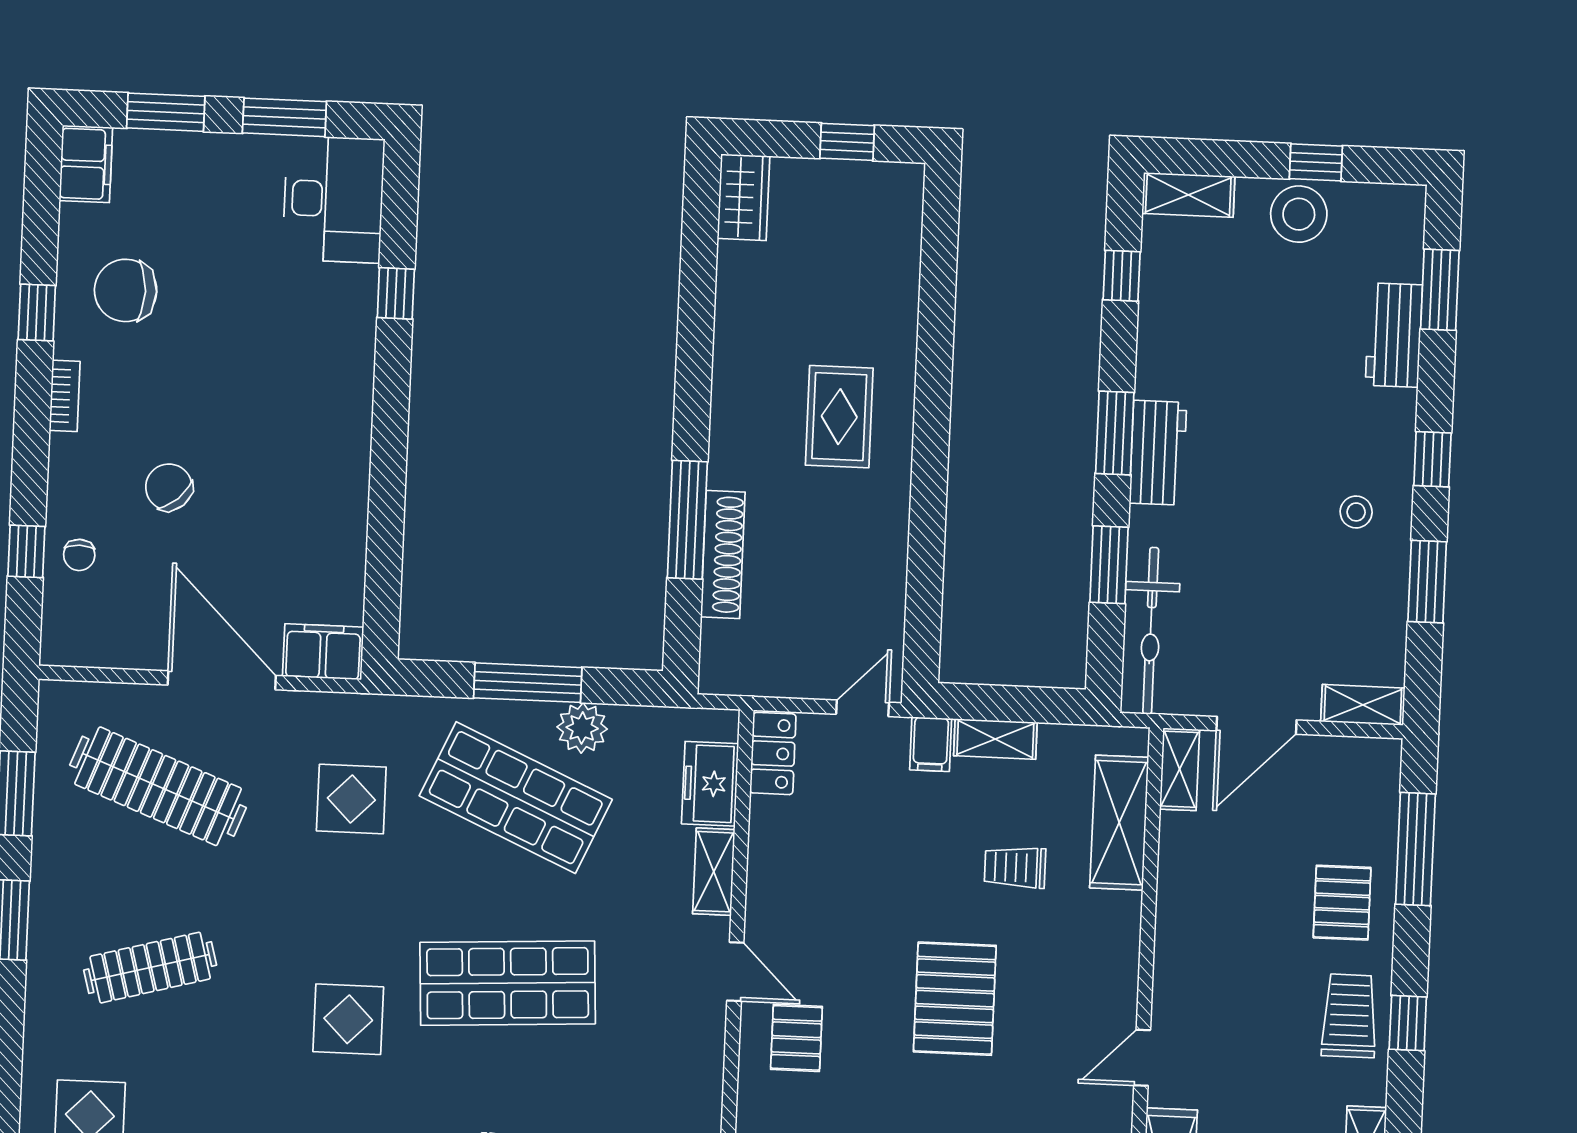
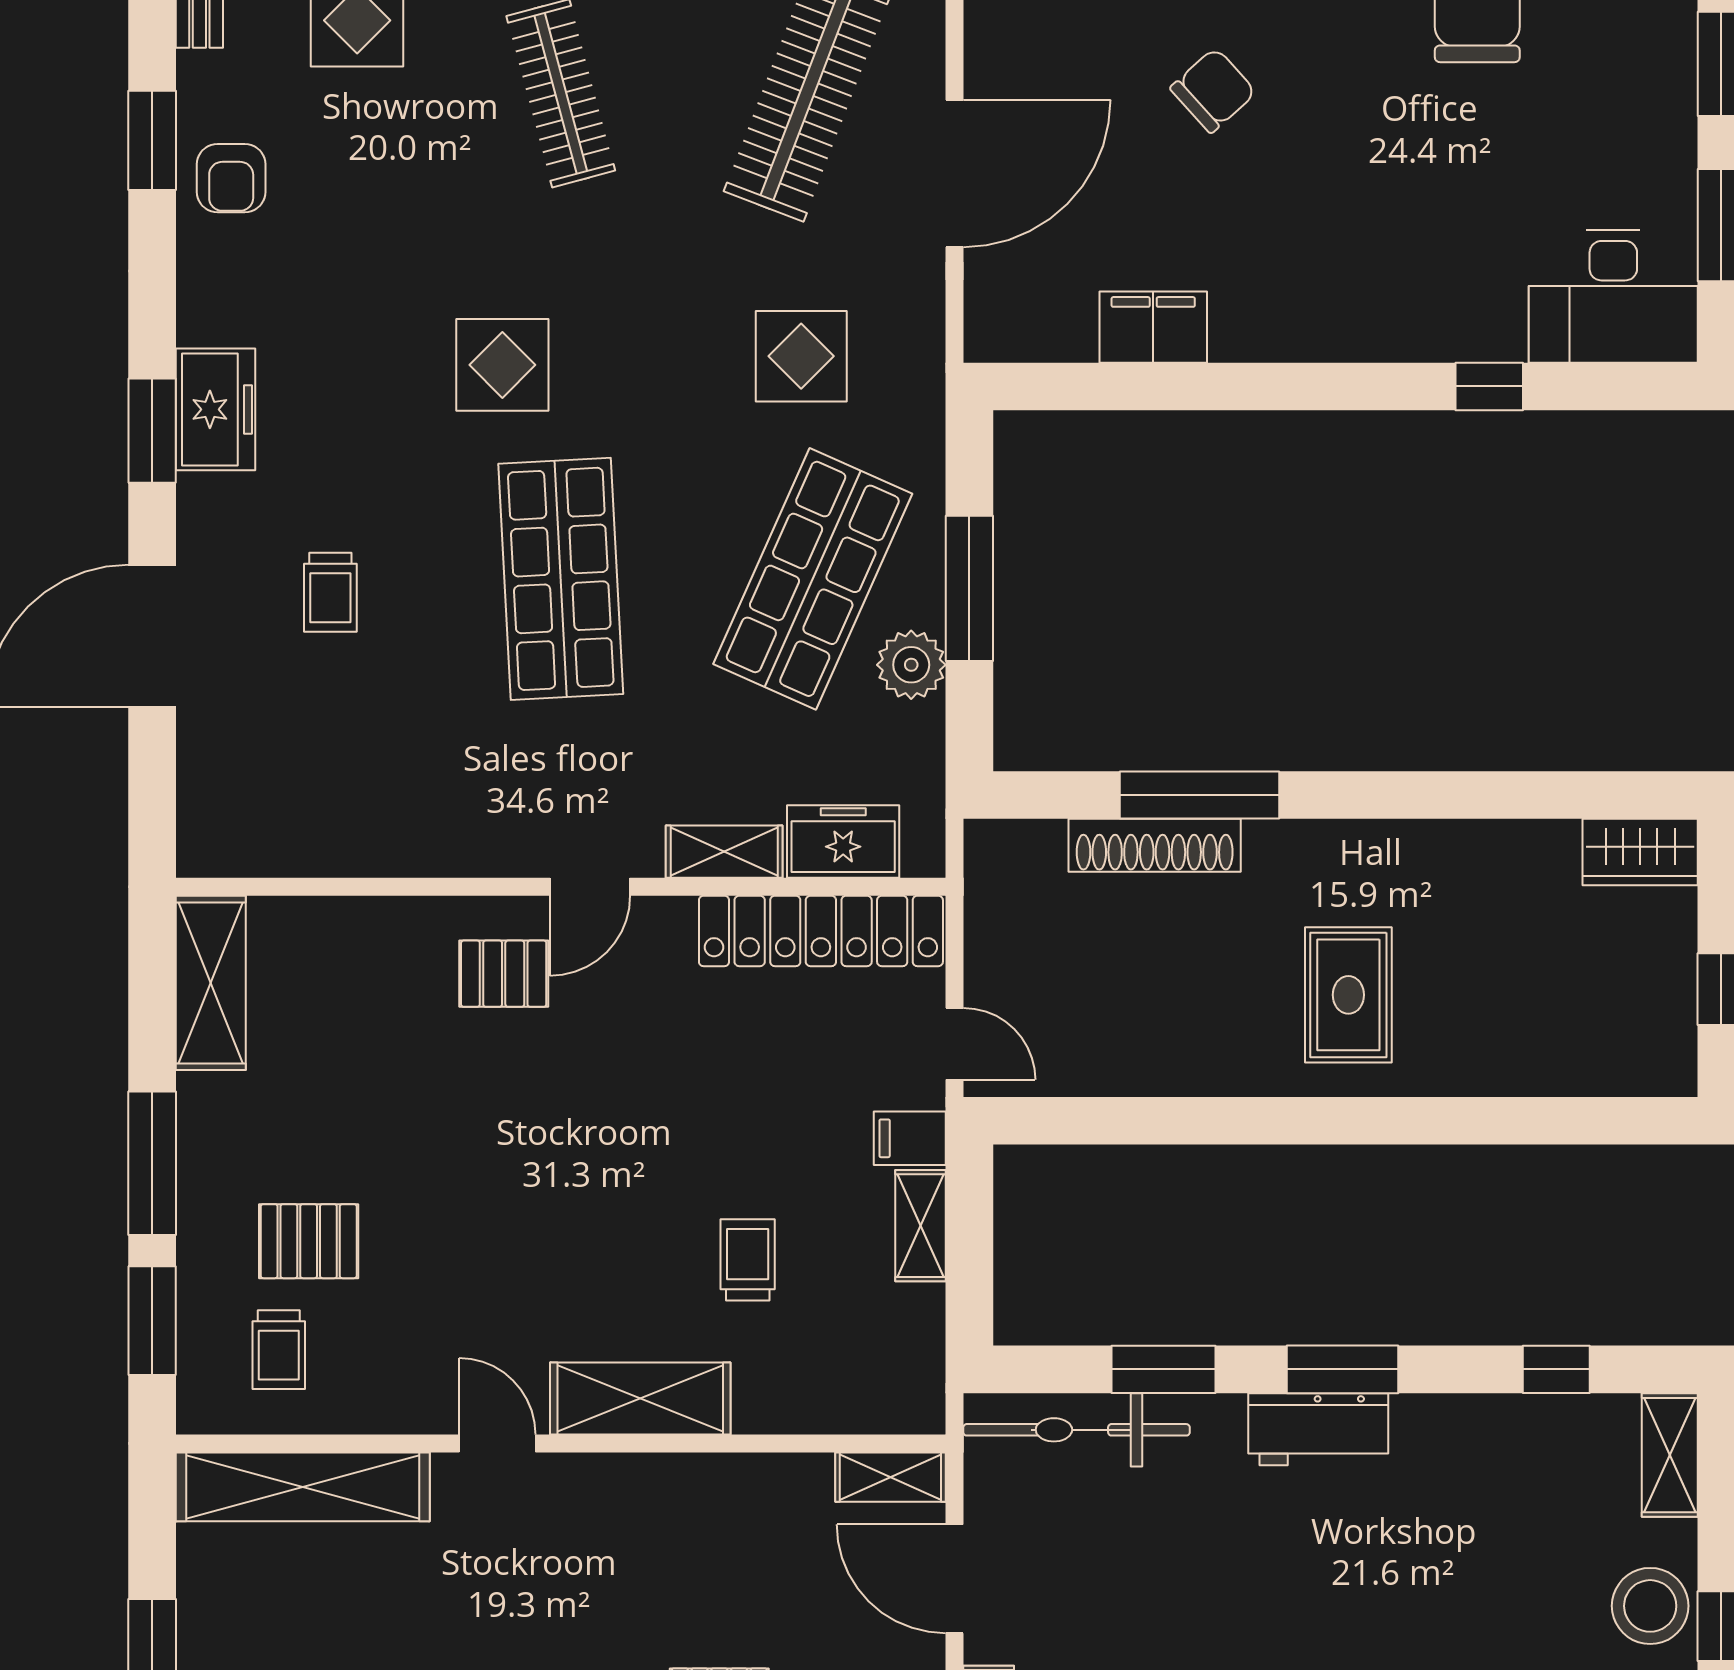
rug: (839, 417) -> (1348, 995), turned 90
filing cabinet: (323, 652) -> (1153, 327), moved, turned -90
locker: (773, 753) -> (821, 931), width x2.16, depth x1.21
shelving: (1119, 823) -> (640, 1398), moved
pallet: (955, 999) -> (566, 1186), removed

